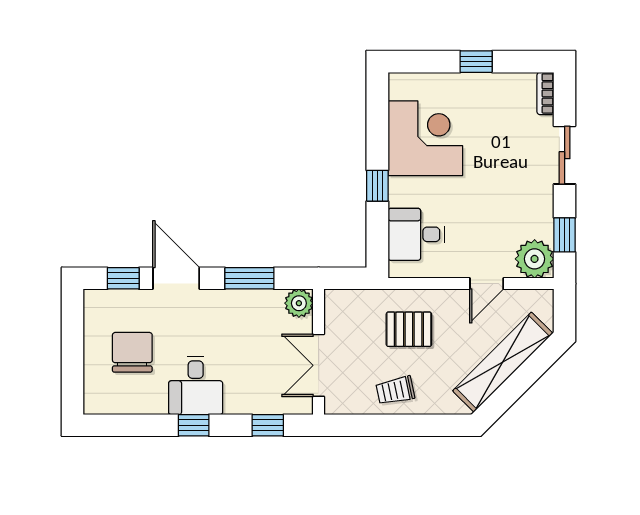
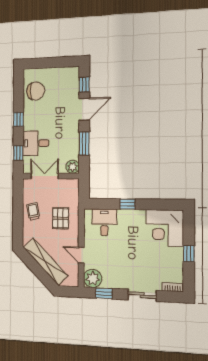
corner desk: (425, 138) -> (165, 228), moved, turned 90
chair: (132, 352) -> (36, 91), moved
desk: (196, 385) -> (36, 143), moved

